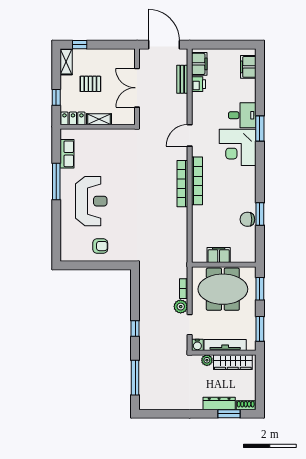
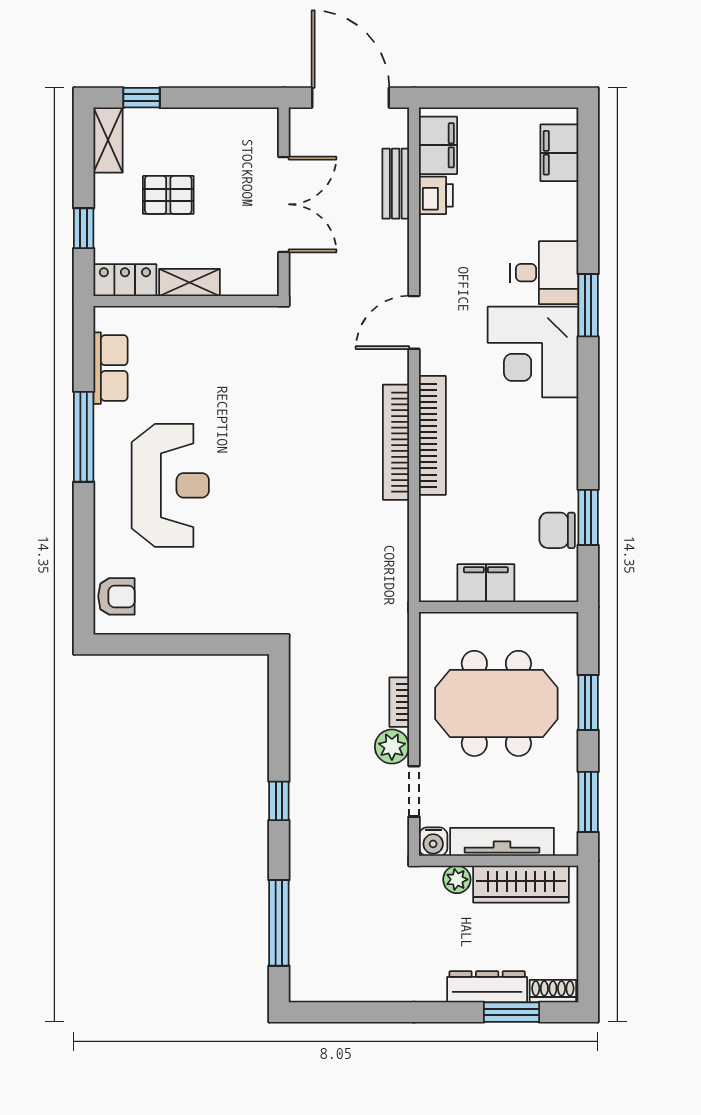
double door: (137, 88) -> (284, 204), swing flipped
armchair: (100, 246) -> (116, 596), moved
filing cabinet: (219, 255) -> (486, 583), moved
wall: (224, 265) -> (499, 607), moved

